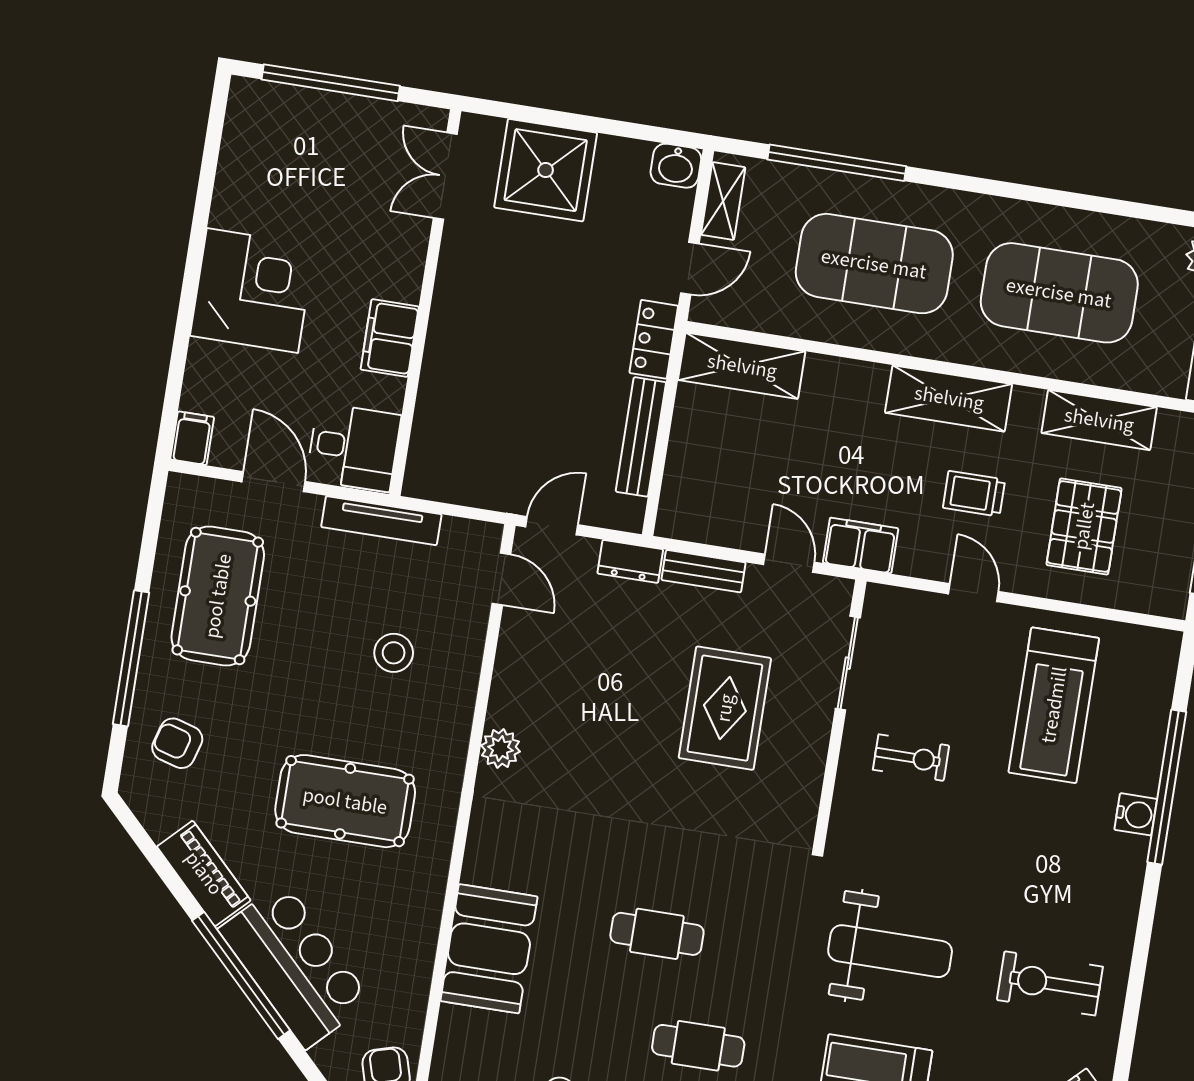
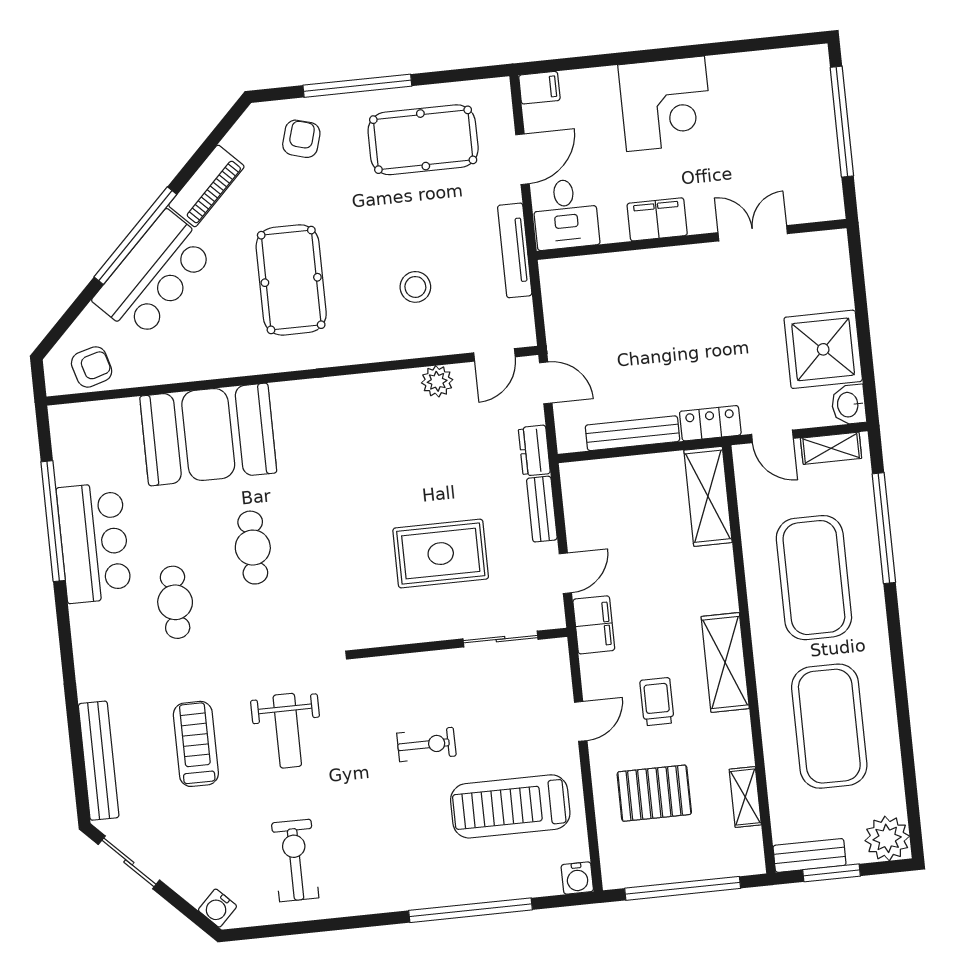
shower: (546, 170) -> (823, 349), moved
double door: (445, 176) -> (753, 233), moved
shelving: (1099, 420) -> (745, 797), width x0.67, depth x0.75
plant: (500, 749) -> (437, 381), moved
exercise bike: (911, 758) -> (426, 745), moved, turned -90
water cooler: (1136, 814) -> (577, 878), moved
booth: (489, 949) -> (208, 434), width x1.36, depth x1.42
weight bench: (890, 951) -> (287, 731), width x0.73, depth x0.75

